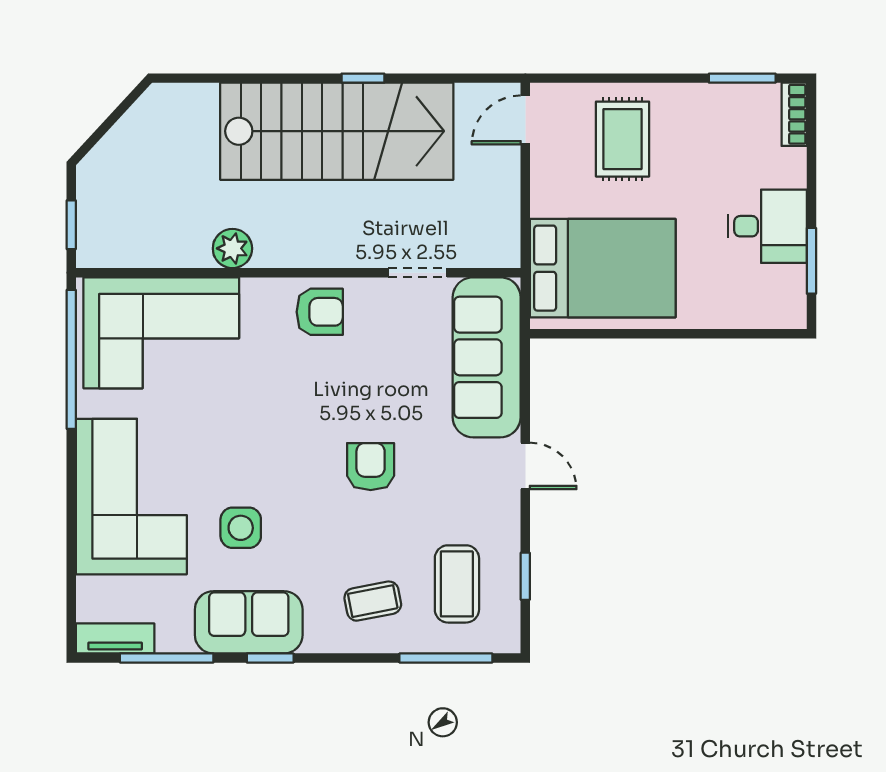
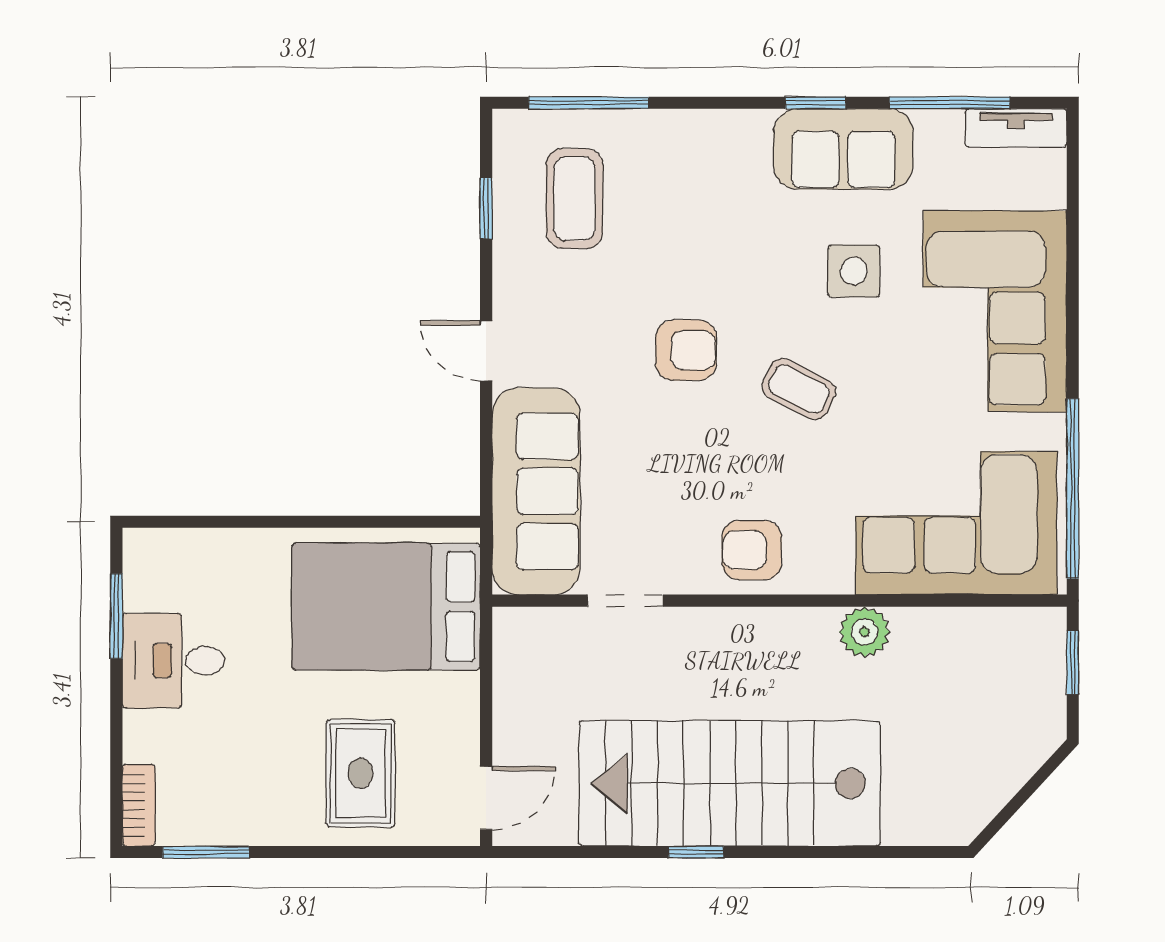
armchair: (371, 467) -> (686, 350), turned -90
coffee table: (373, 601) -> (799, 389), moved, turned 38

